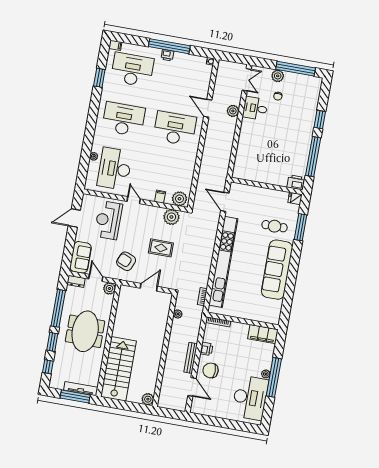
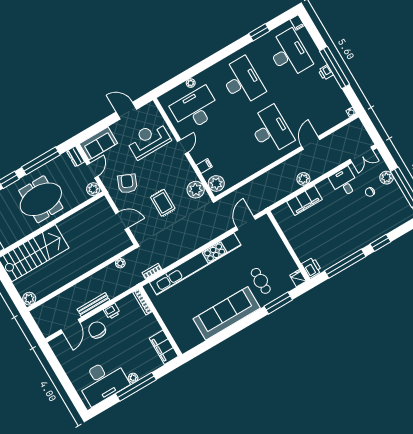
plant: (233, 111) -> (303, 179), moved
filing cabinet: (244, 147) -> (305, 201), added

